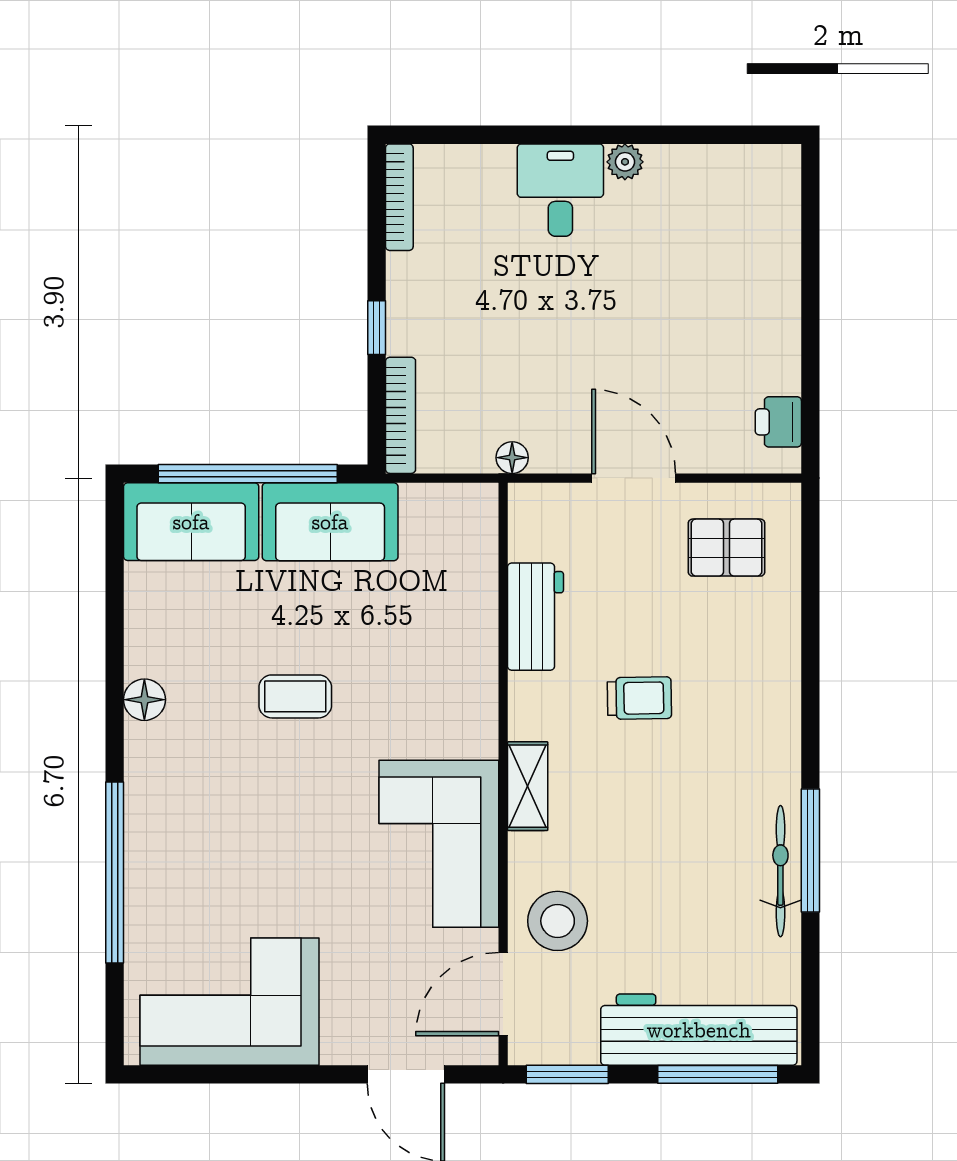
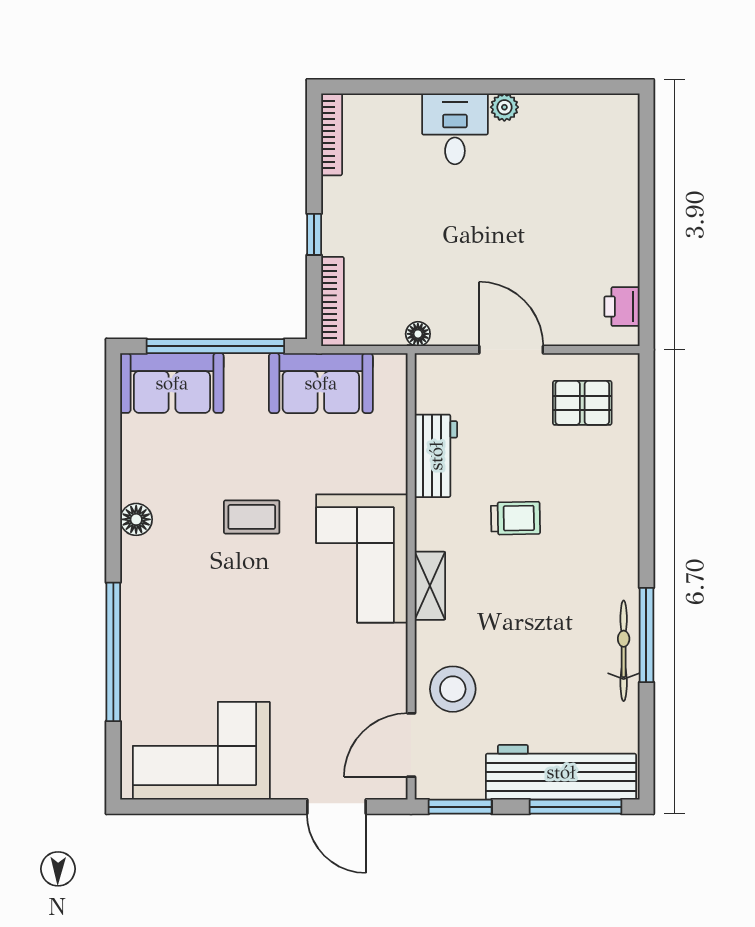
sofa: (330, 522) -> (321, 383), moved
corner sofa: (439, 844) -> (362, 558), moved

